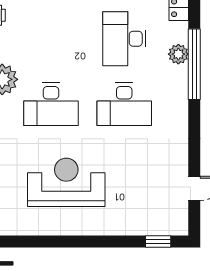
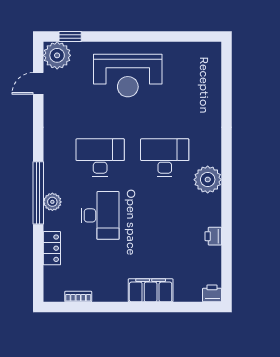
reception desk: (66, 182) -> (128, 76), moved
plant: (173, 220) -> (57, 55), added

